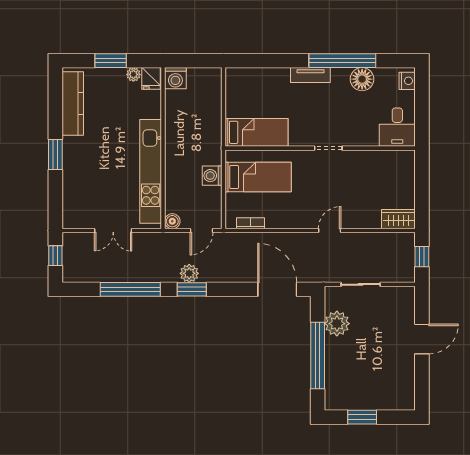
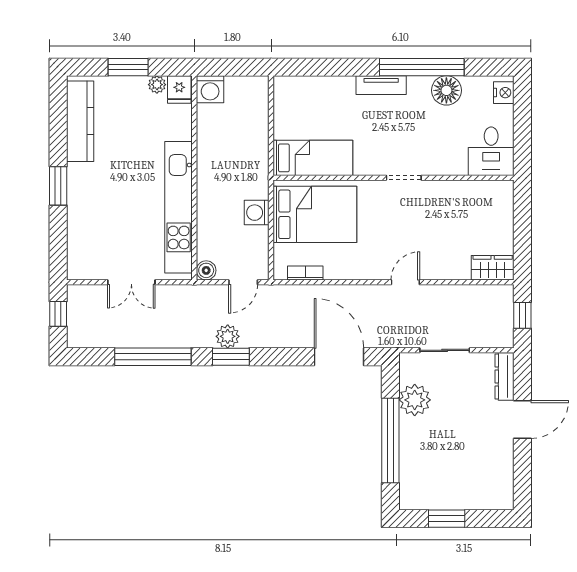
bed: (258, 177) -> (315, 214), width x1.50
dresser: (408, 305) -> (504, 376), added

